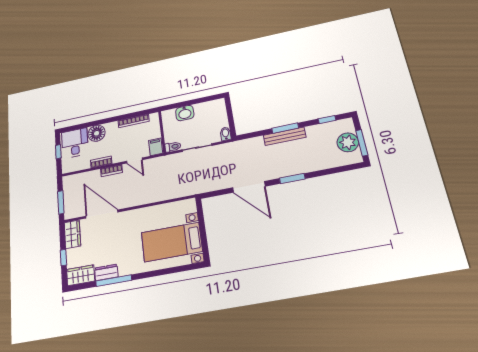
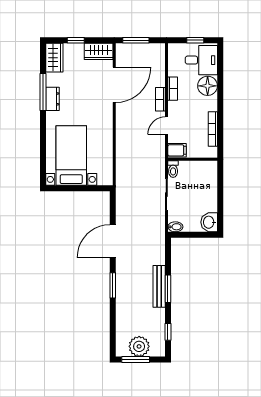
washbasin: (185, 113) -> (209, 222), moved
dresser: (106, 272) -> (53, 99), moved

